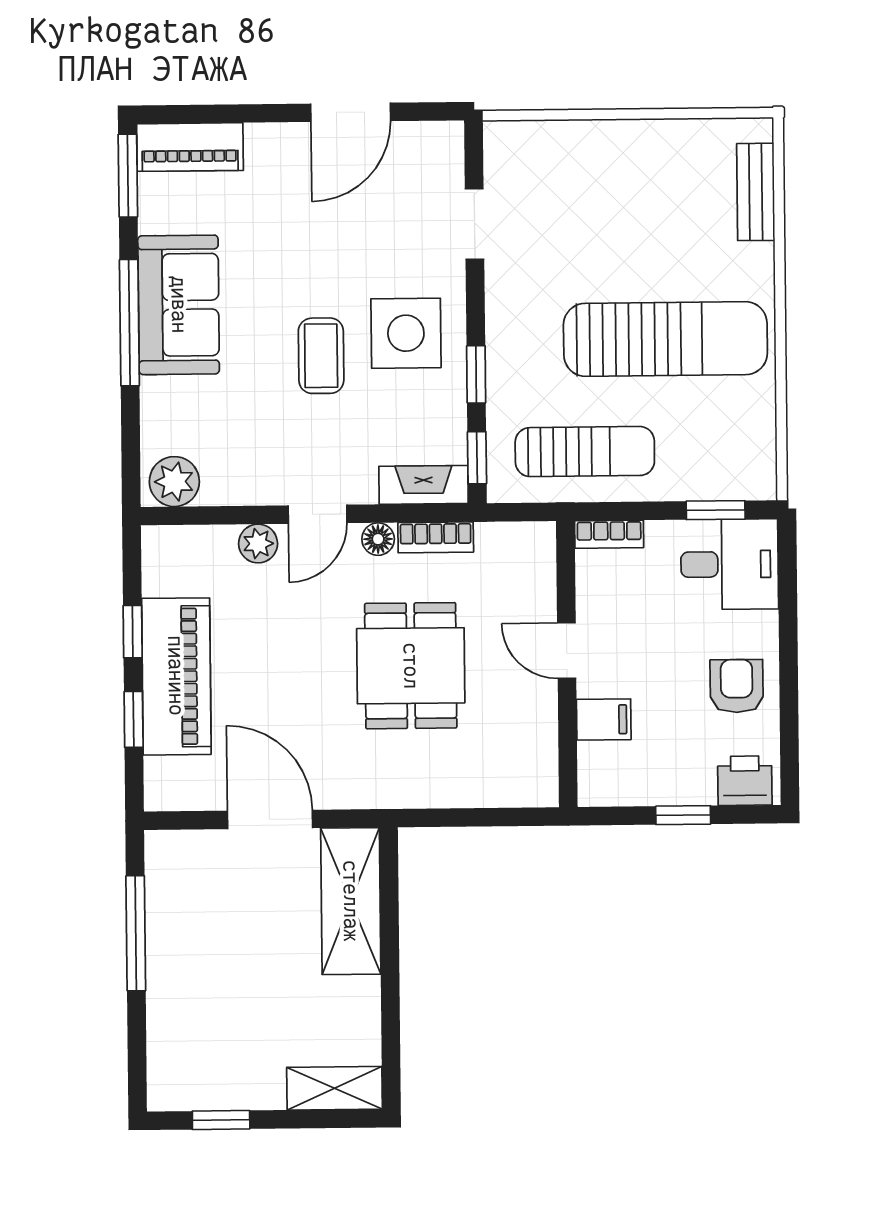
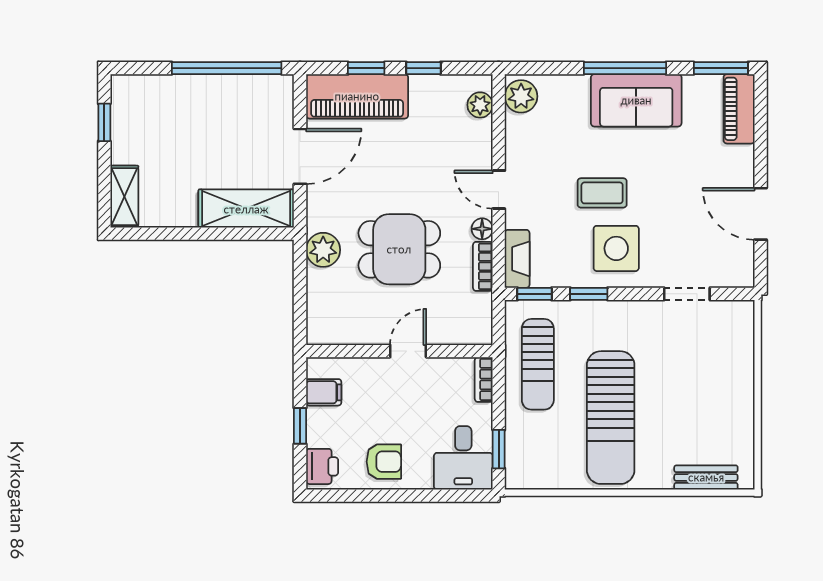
plant: (258, 544) -> (480, 105), moved
piano: (176, 676) -> (357, 96), moved
filing cabinet: (604, 719) -> (324, 392), moved, turned -90
plant: (413, 783) -> (323, 250), added
window: (136, 933) -> (227, 68), width x1.46

